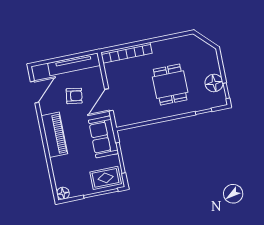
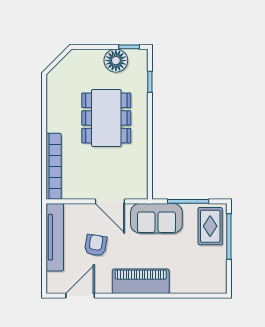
dining table: (170, 85) -> (106, 118), width x1.38
door: (35, 92) -> (80, 296), hinge flipped
floor lamp: (63, 193) -> (219, 285), removed

